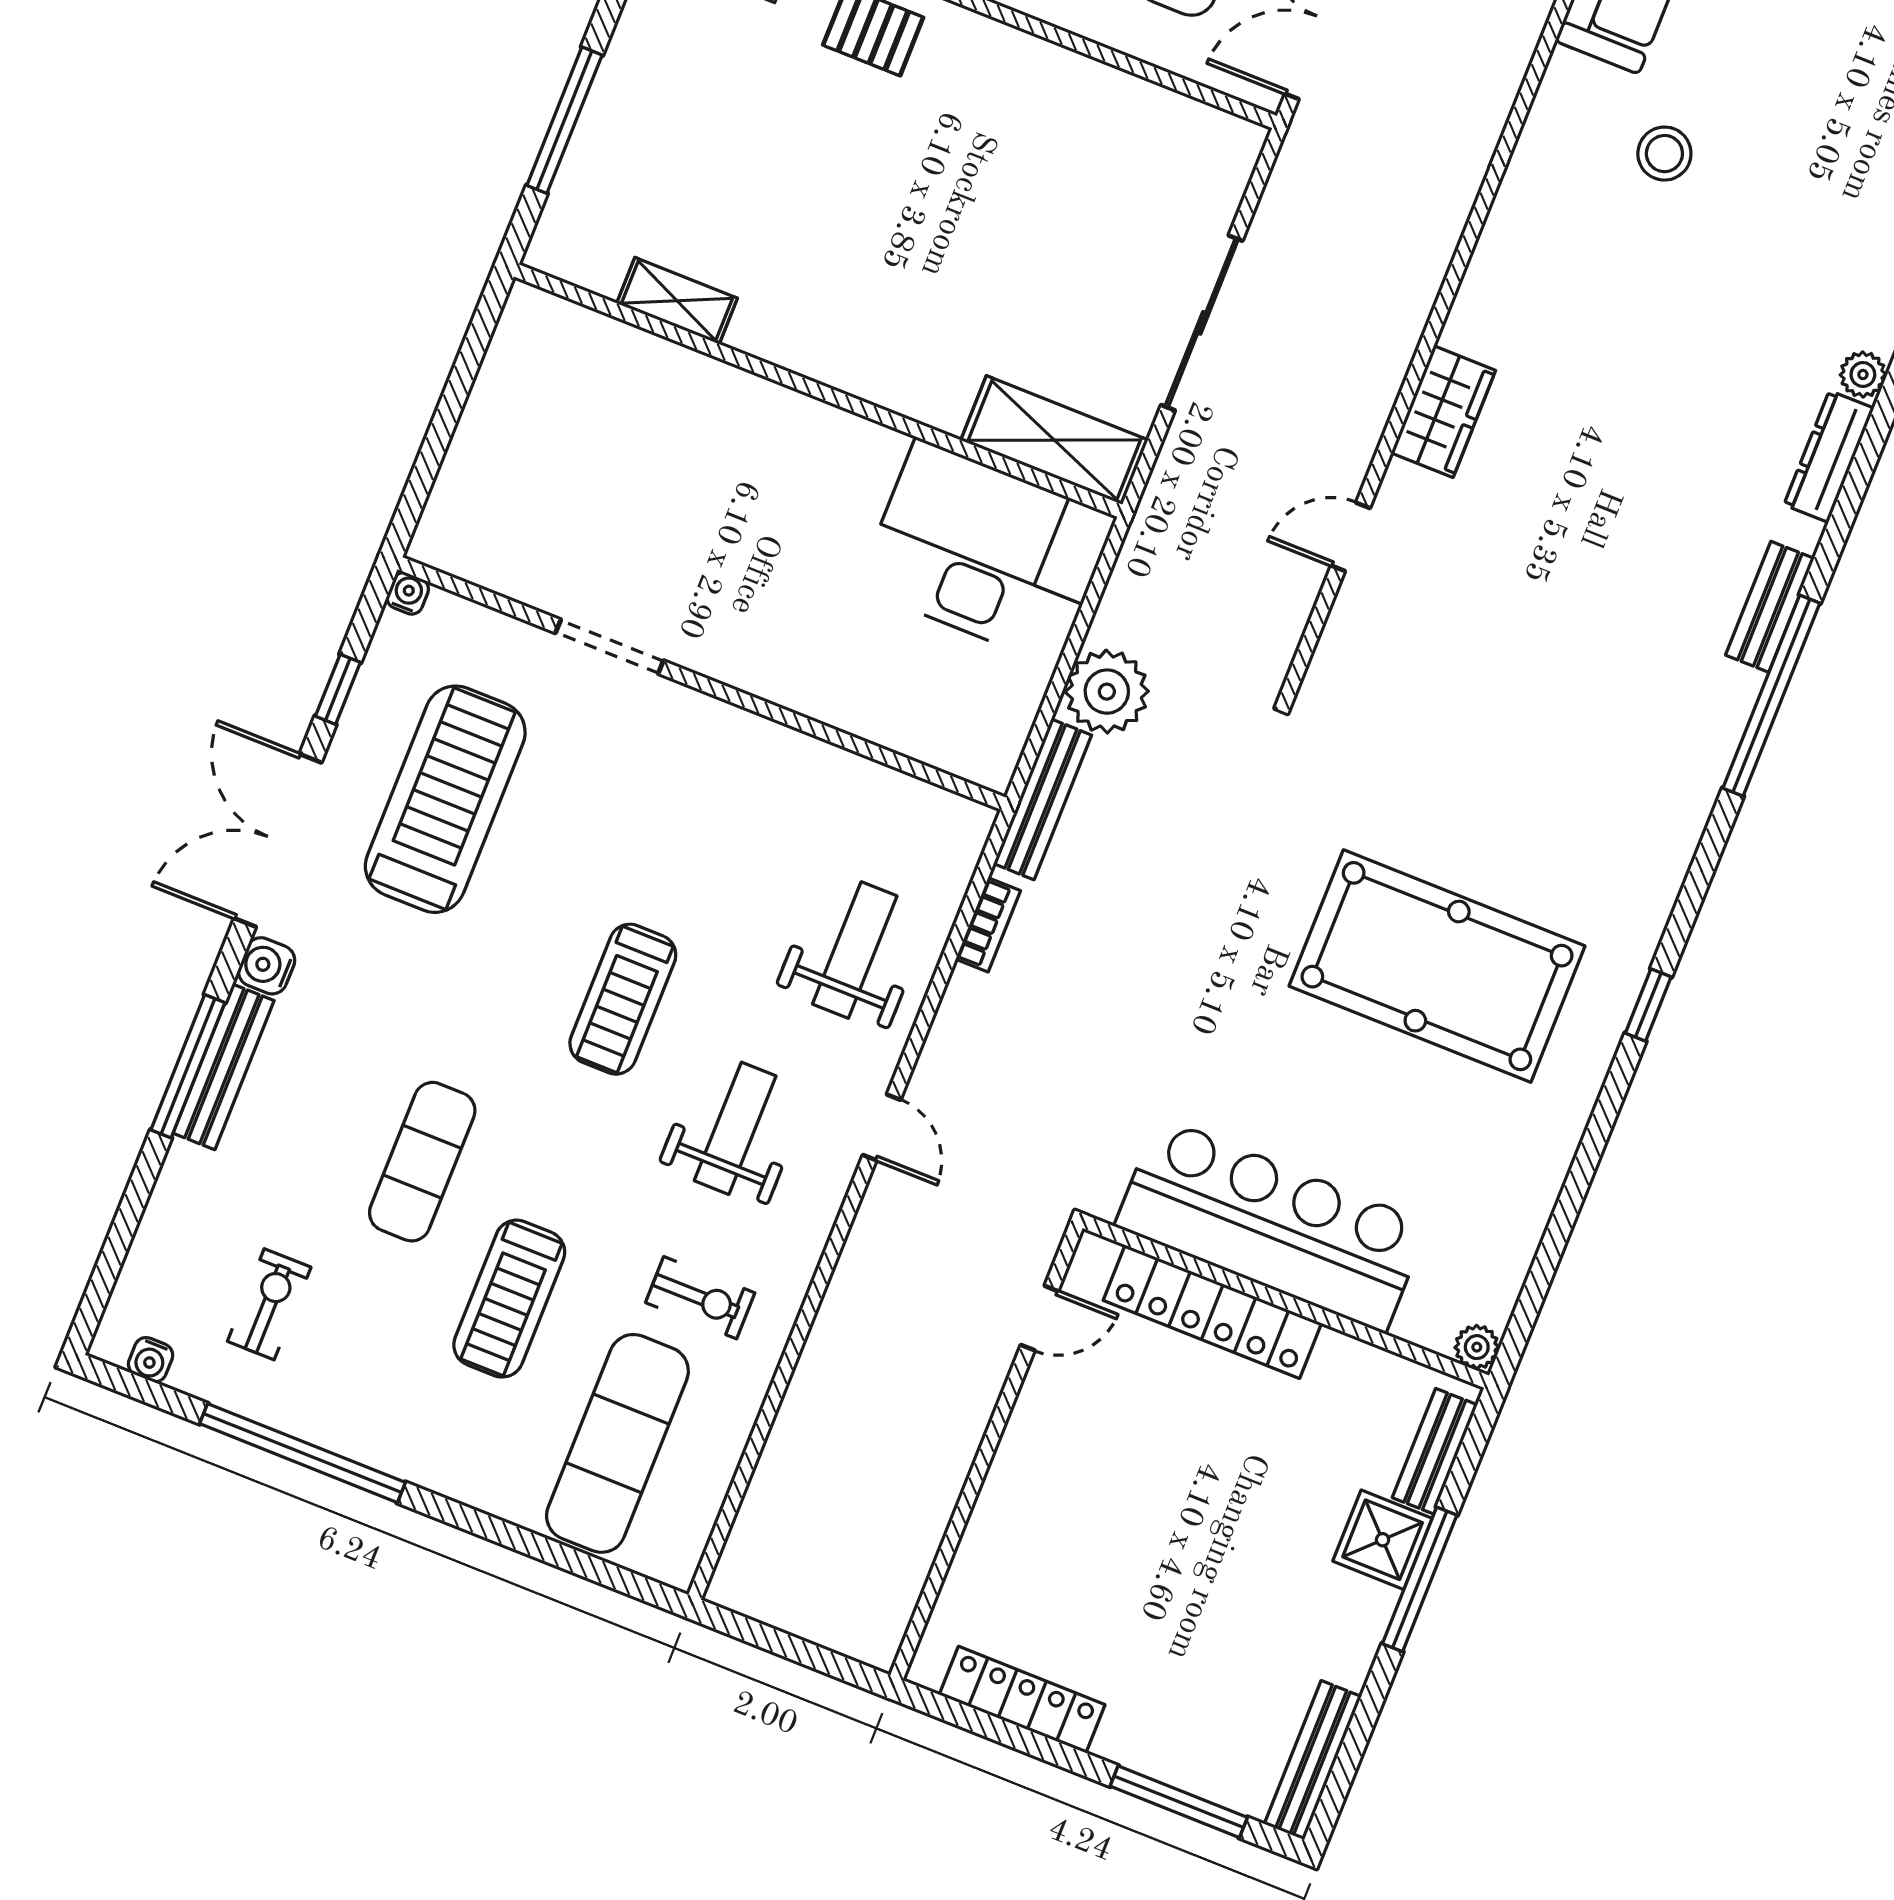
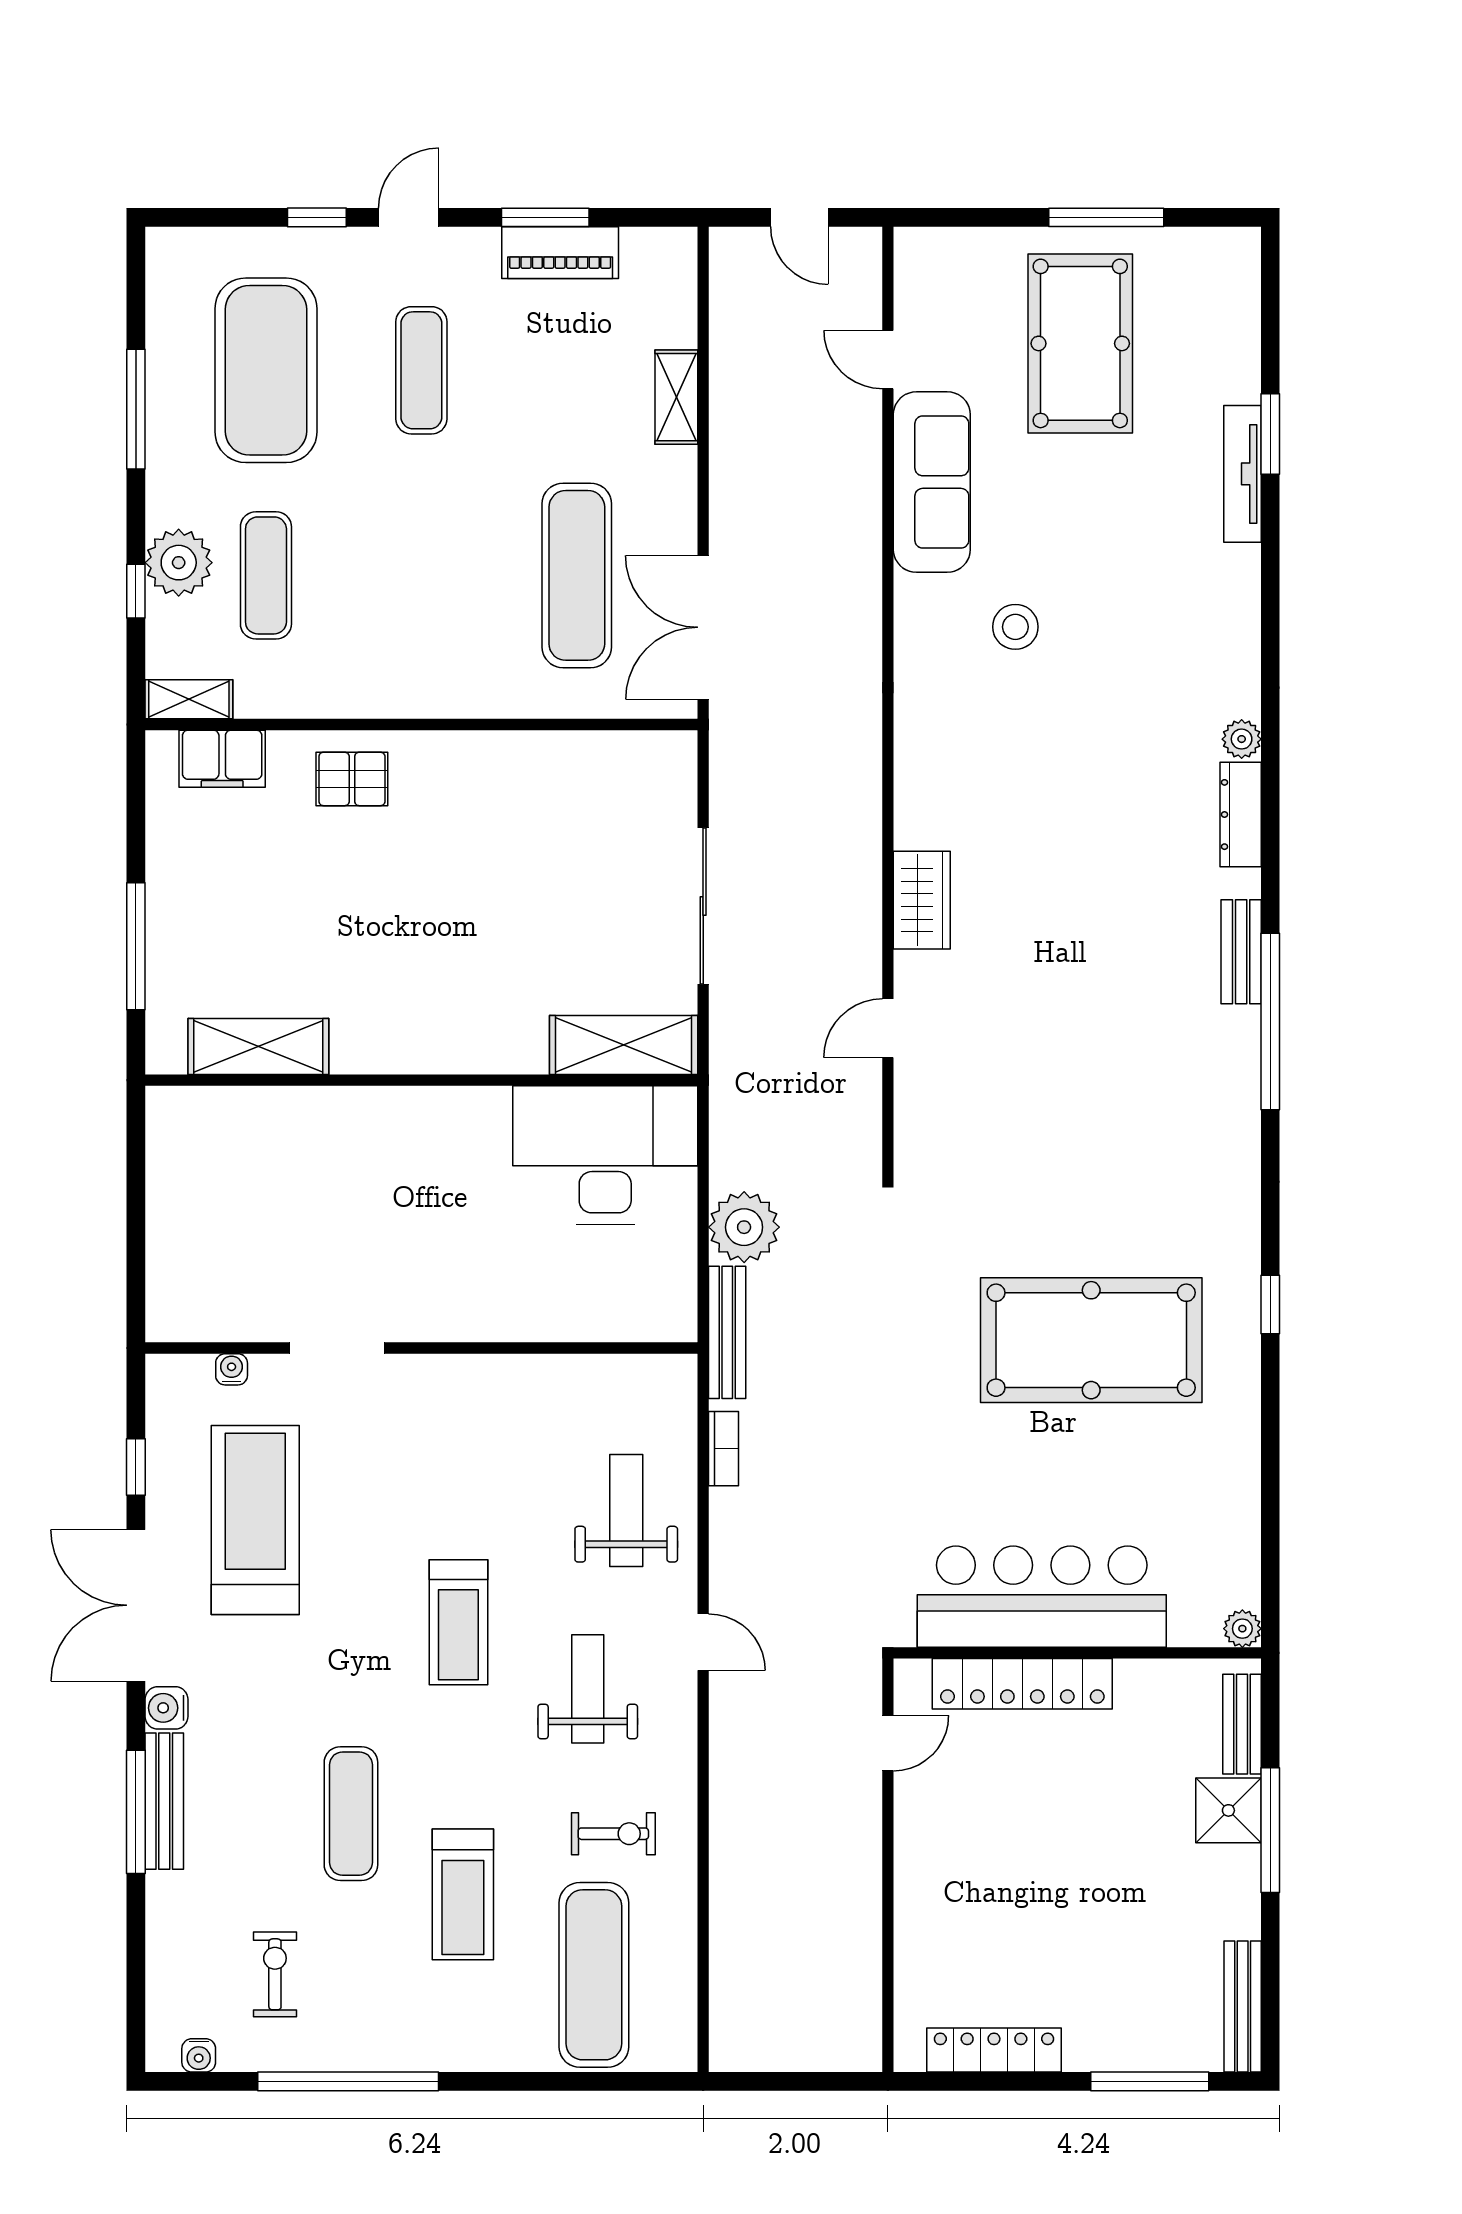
shelving: (677, 301) -> (258, 1047), width x1.50, depth x1.33
water cooler: (408, 593) -> (232, 1369), moved

